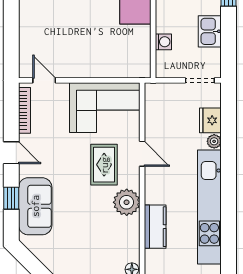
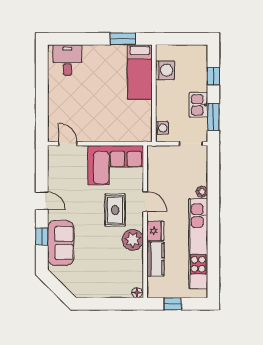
washing machine: (163, 42) -> (162, 128), moved
window: (229, 47) -> (213, 117), added
bookcase: (24, 110) -> (52, 167), removed
fridge: (210, 120) -> (155, 231), moved, turned 180

